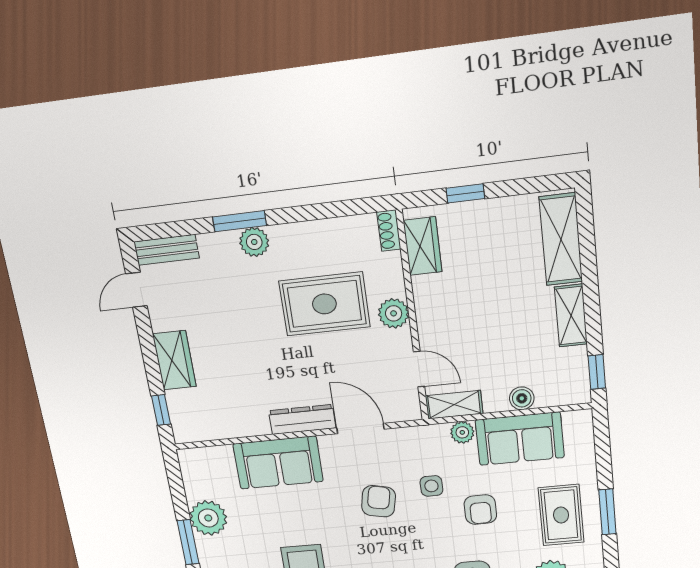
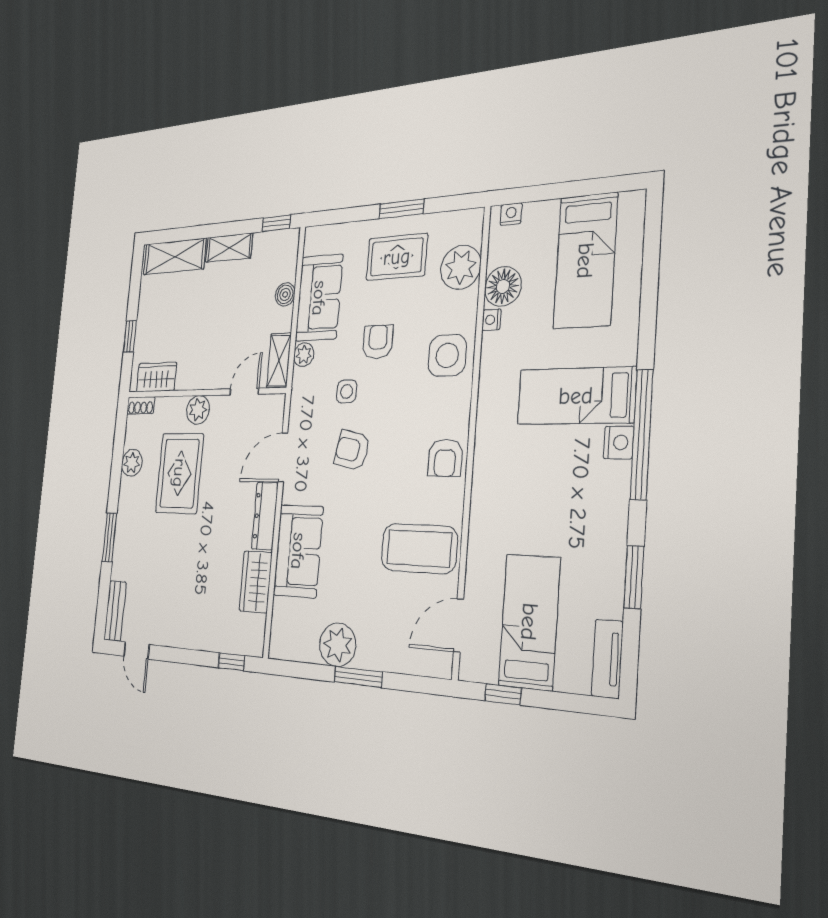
plant: (254, 242) -> (132, 463), moved
wardrobe: (174, 360) -> (256, 582), moved, turned -90
armchair: (480, 510) -> (378, 342), turned -90

